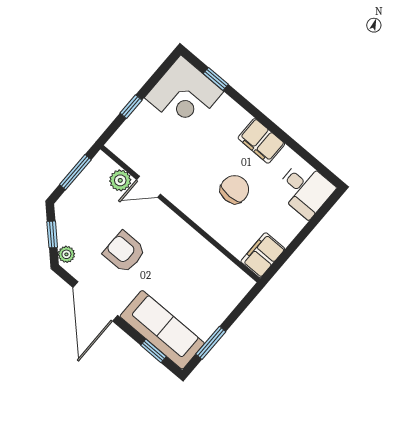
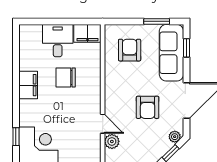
desk: (305, 189) -> (58, 41), moved
armchair: (205, 286) -> (130, 50), added

